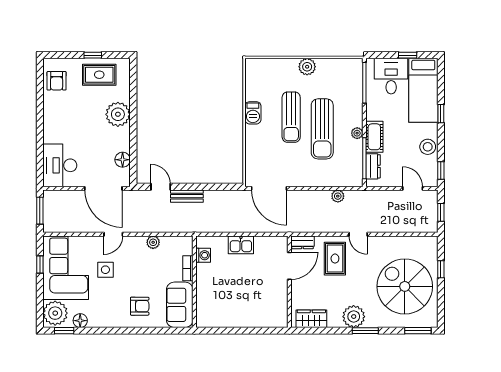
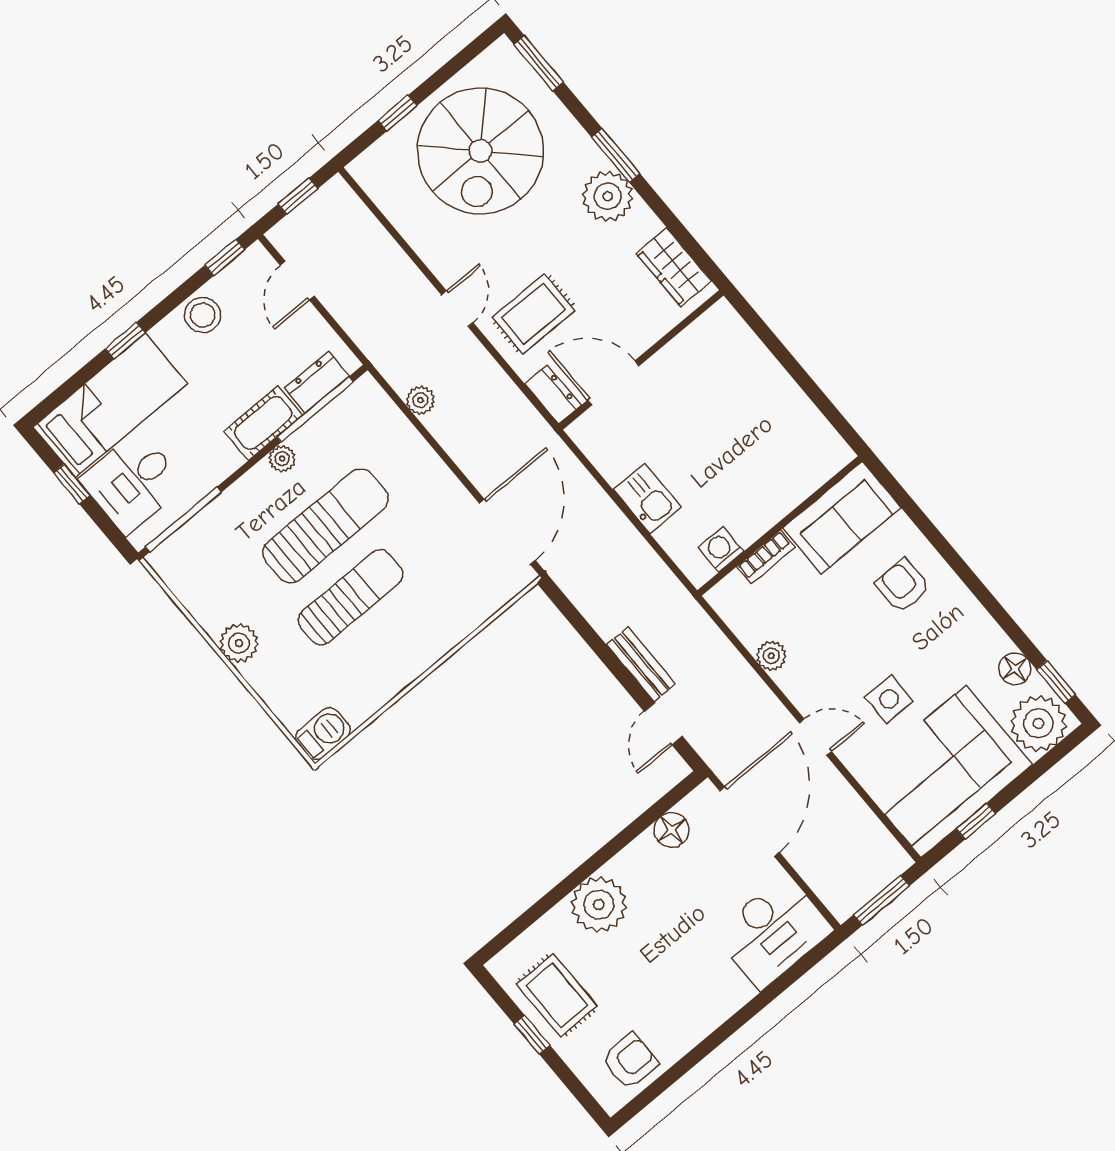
barbecue: (253, 113) -> (323, 734), moved

